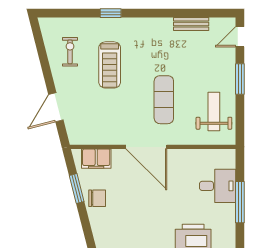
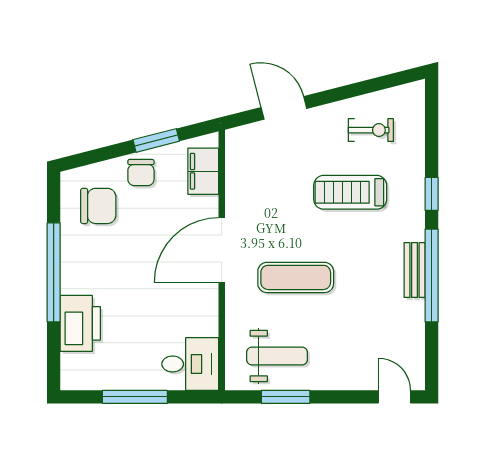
window: (163, 13) -> (432, 276), added
bench: (191, 24) -> (415, 270), moved
window: (240, 79) -> (286, 397), moved
desk: (218, 186) -> (190, 364), moved, turned -90
chair: (118, 225) -> (98, 206), added

